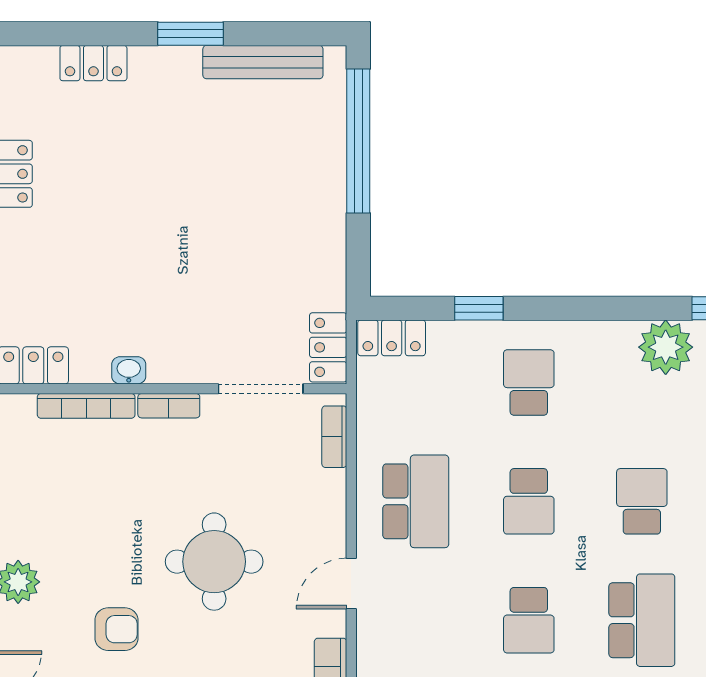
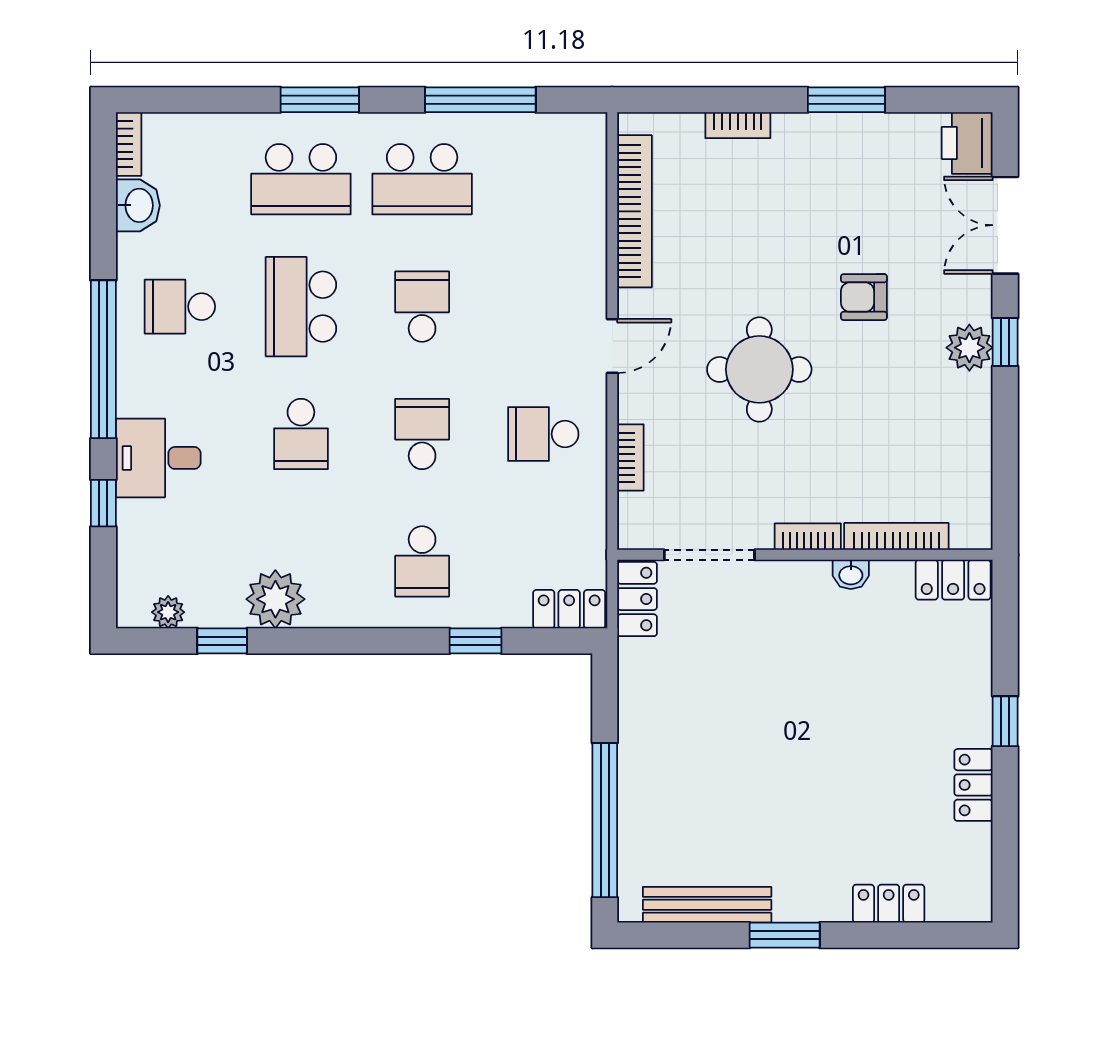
bookcase: (334, 437) -> (630, 458), moved
school desk: (416, 501) -> (543, 434), width x0.54

